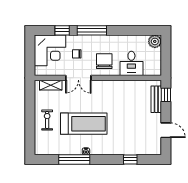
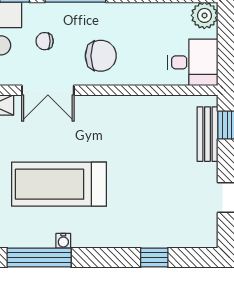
chair: (104, 61) -> (101, 56), turned 90
desk: (131, 63) -> (193, 62), moved, turned -90
treadmill: (84, 124) -> (59, 184), turned 180

